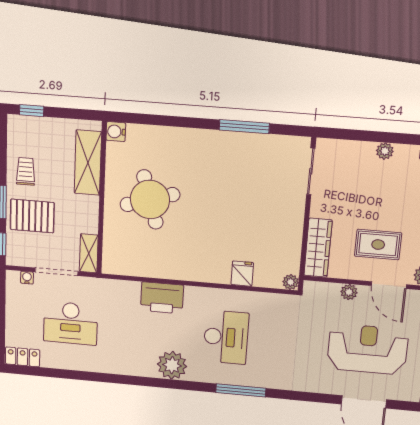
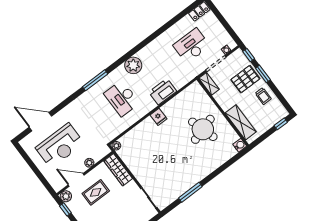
fridge: (242, 274) -> (159, 117), moved

